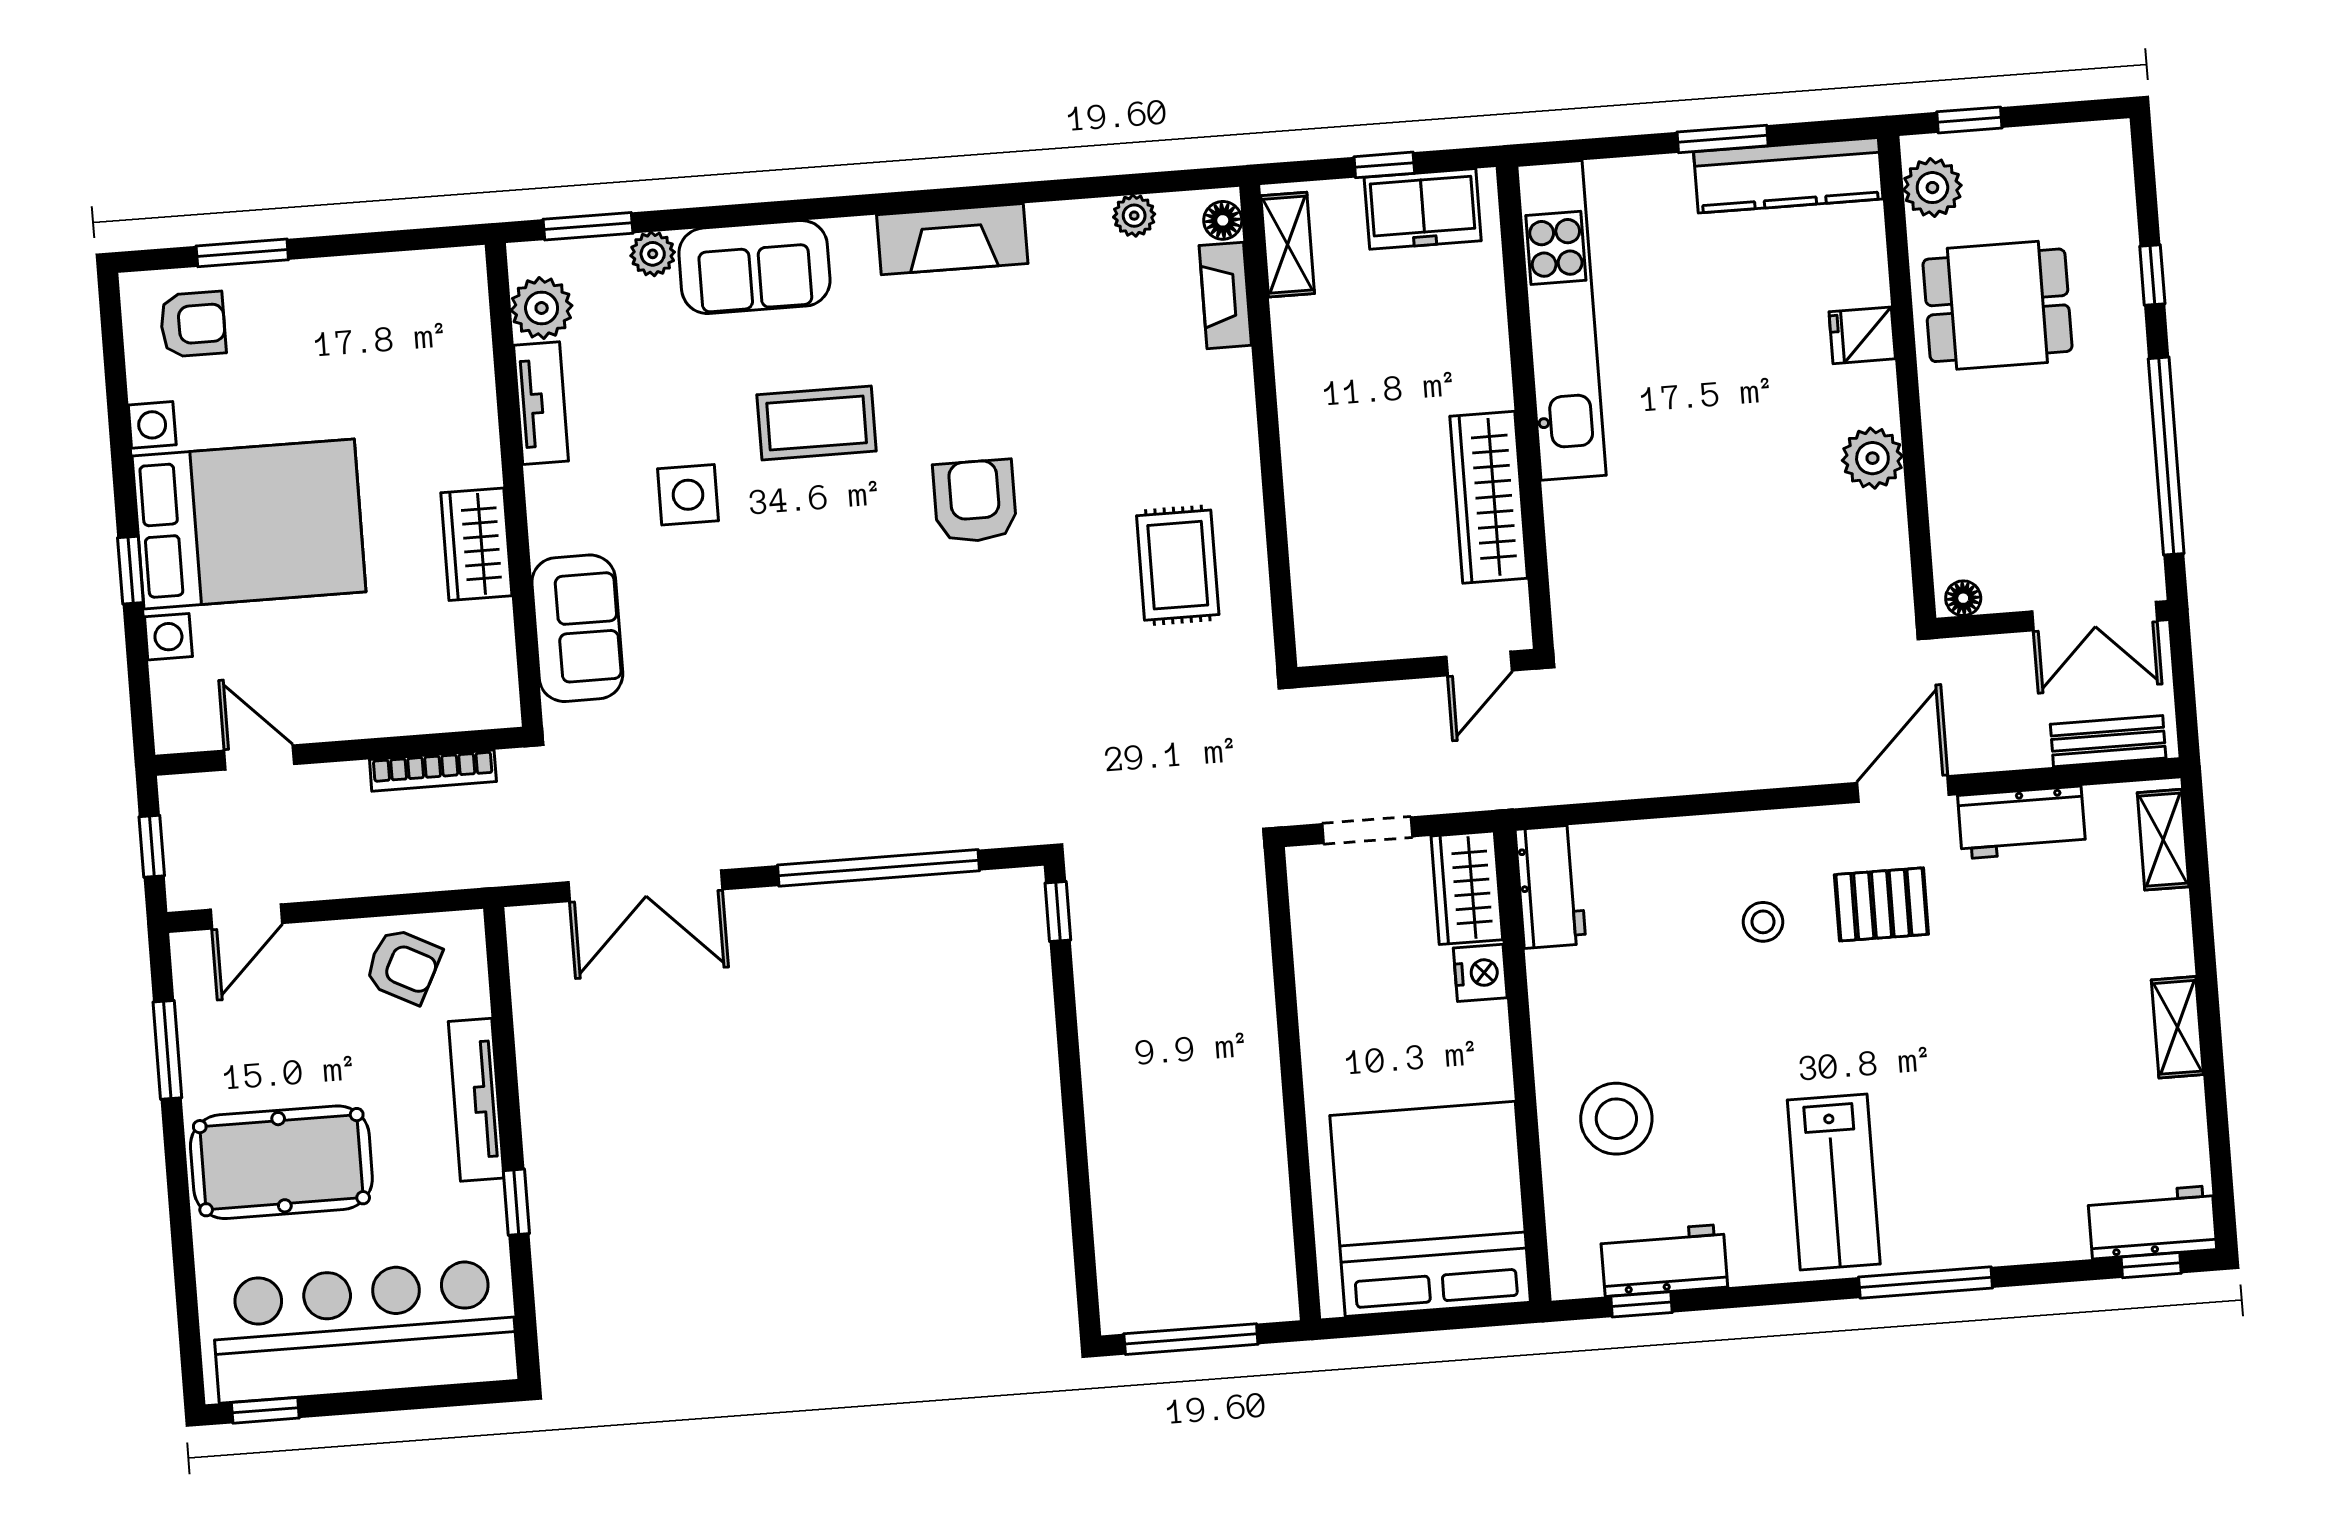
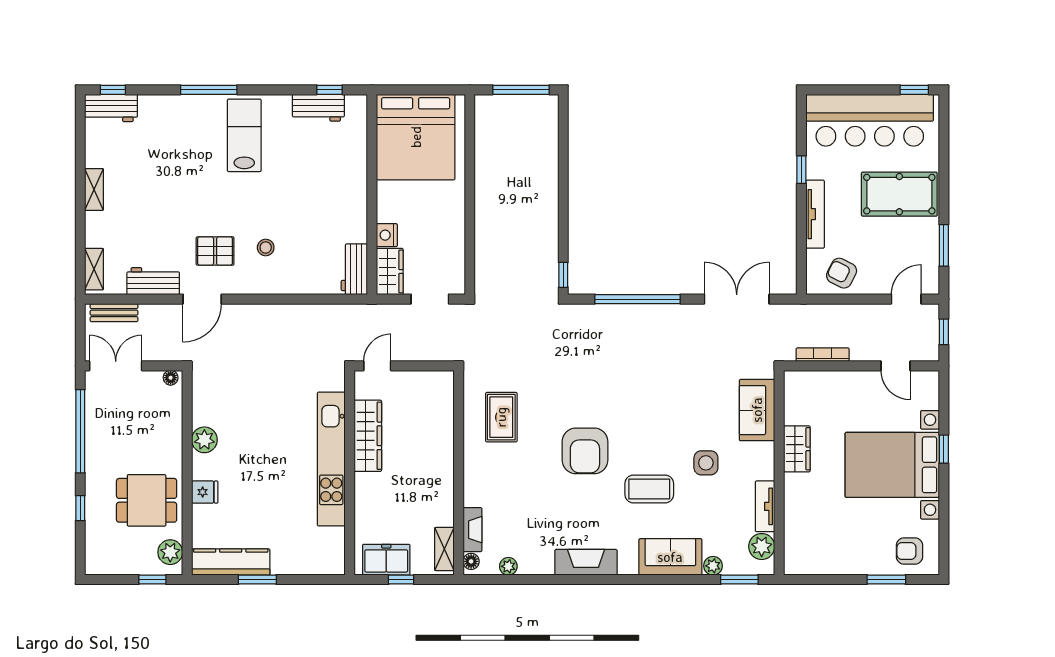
kitchen unit: (1561, 320) -> (331, 459), moved
armchair: (975, 501) -> (585, 451), width x1.36, depth x1.36
stool: (1616, 1119) -> (334, 169), removed

